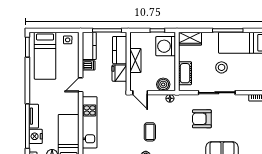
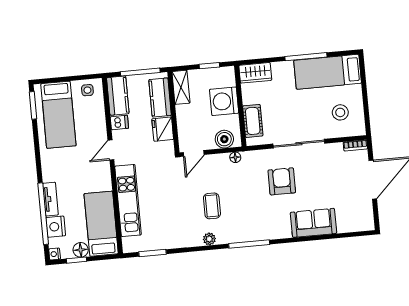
washing machine: (166, 46) -> (224, 101), moved
shelving: (135, 61) -> (181, 87), moved
stool: (222, 67) -> (340, 112), moved
door: (140, 93) -> (194, 153), hinge flipped
armchair: (202, 119) -> (282, 181), turned 90

